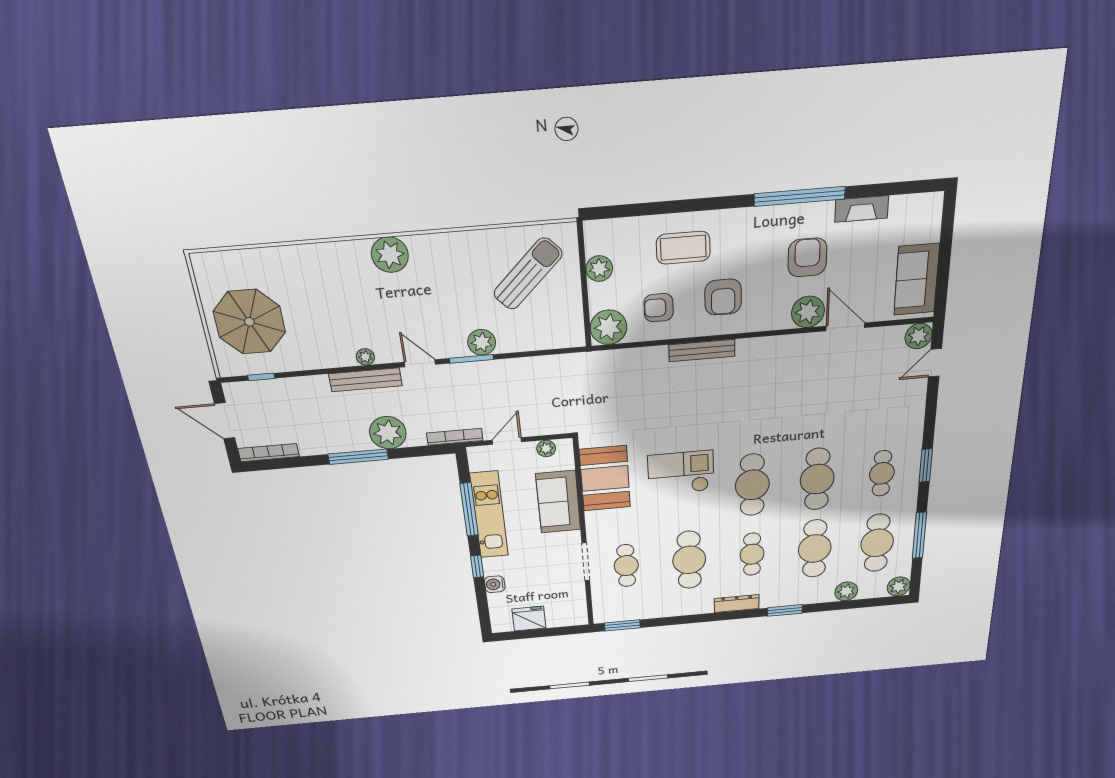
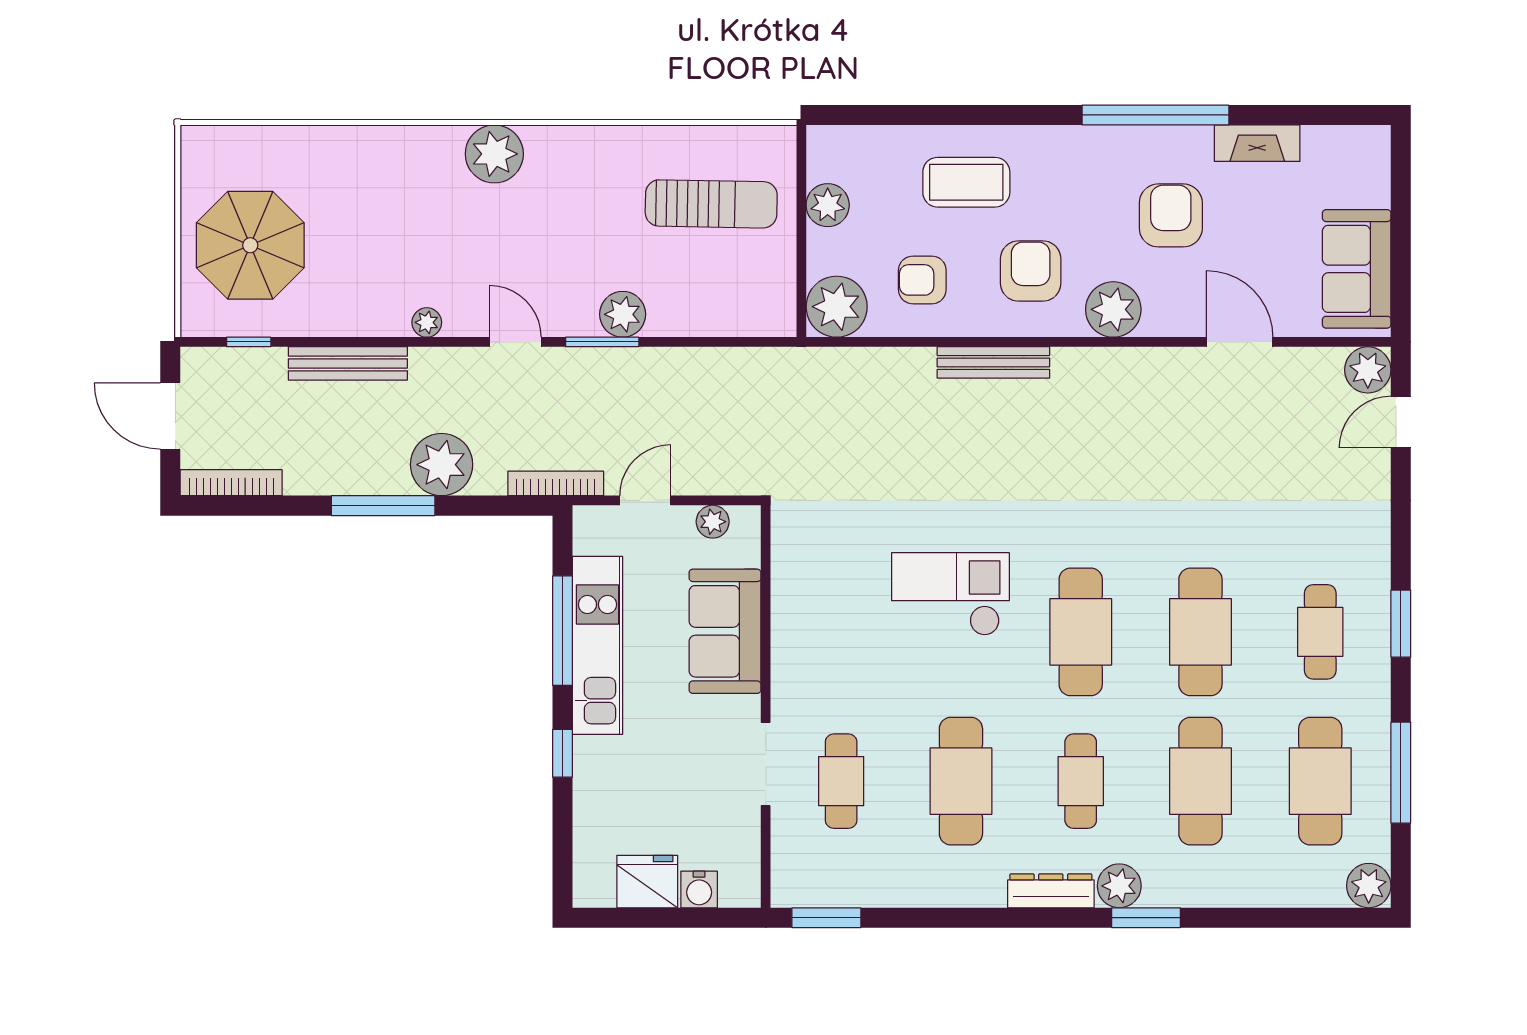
sun lounger: (528, 274) -> (711, 204), turned 45
armchair: (723, 297) -> (1031, 271), turned 180
plant: (808, 312) -> (1113, 309), moved
bench: (365, 380) -> (348, 363), moved
booth: (605, 478) -> (813, 592), removed
water cooler: (495, 584) -> (699, 889), moved, turned -90
plant: (846, 591) -> (1119, 886), moved

